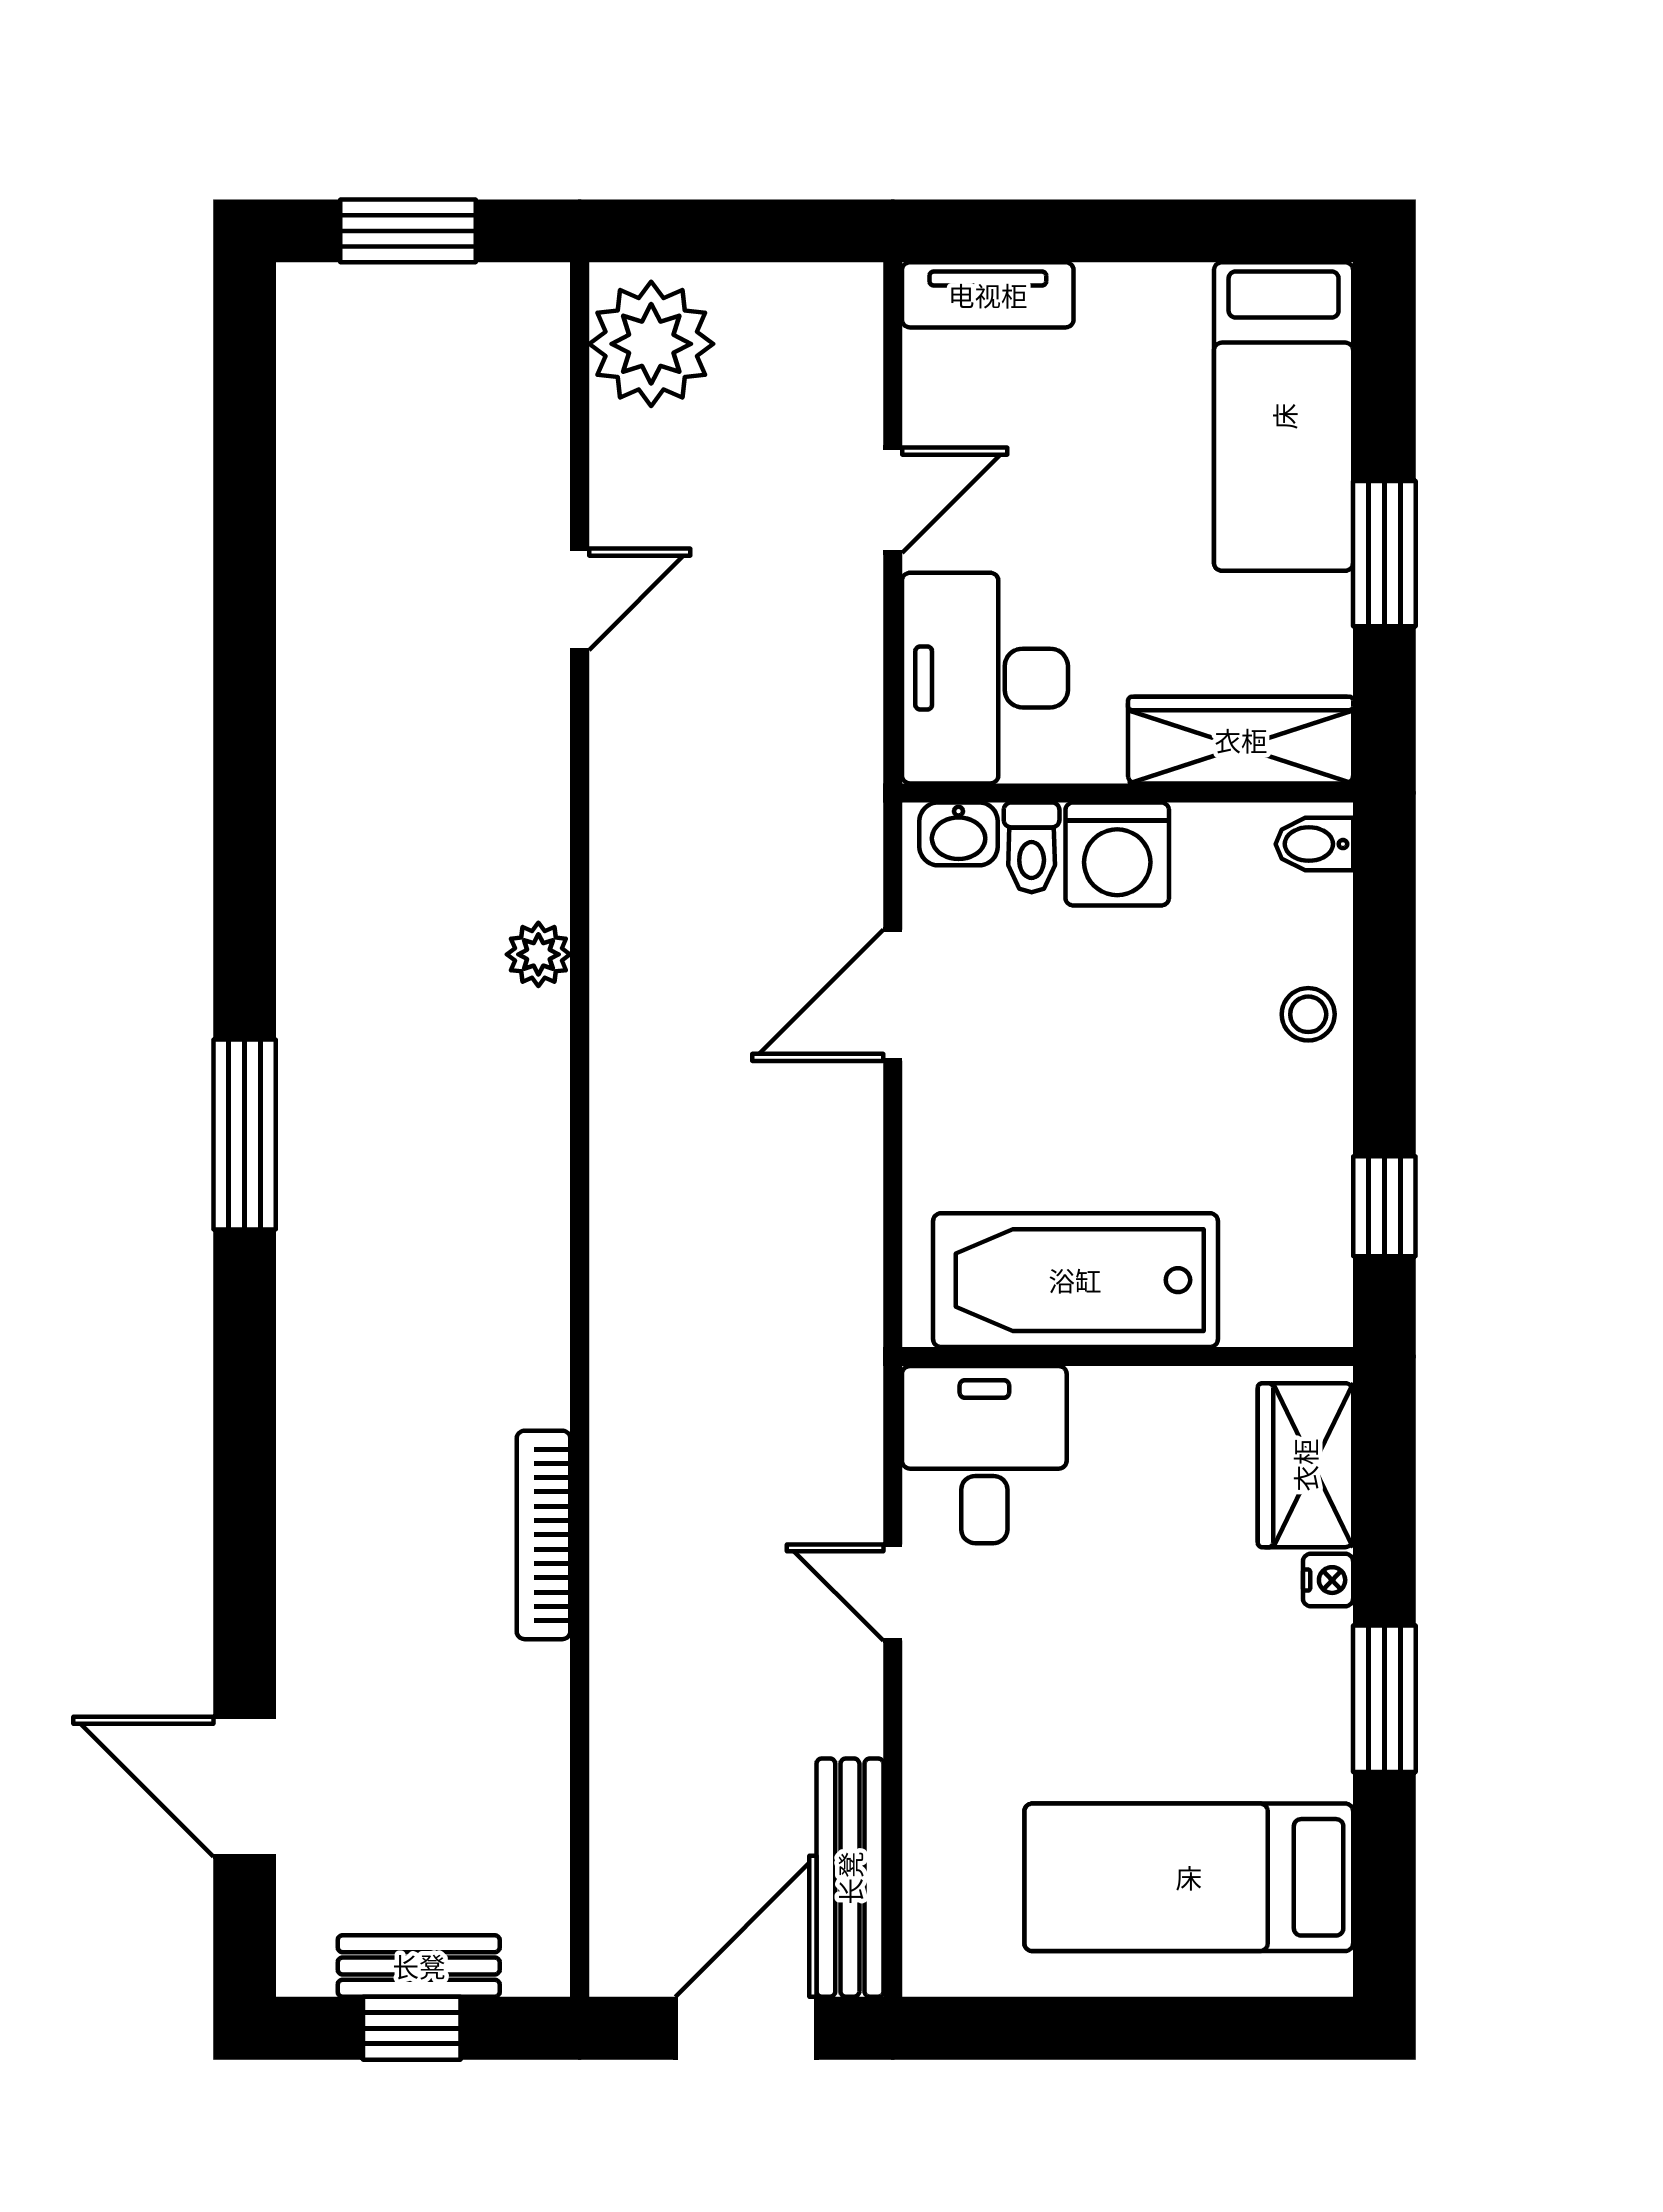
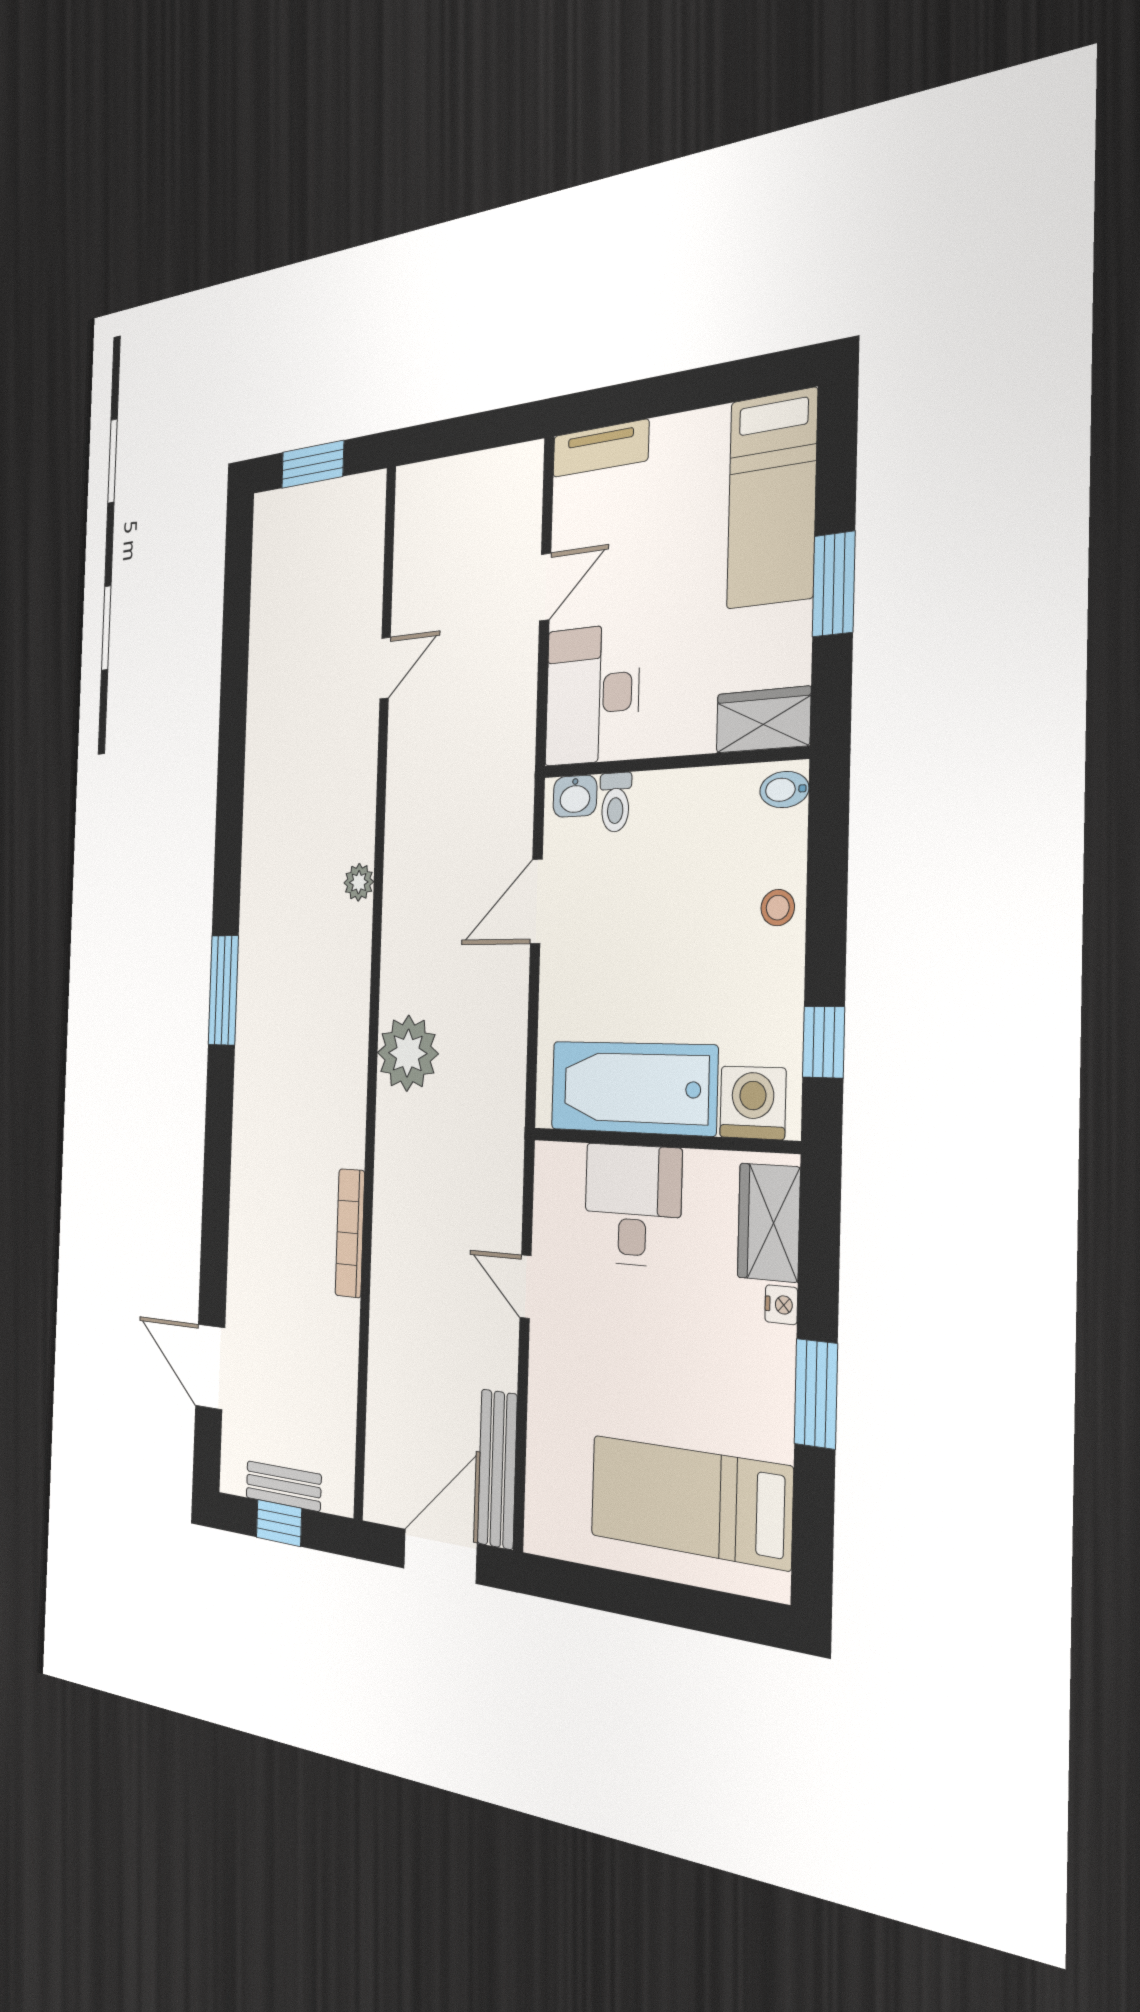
plant: (651, 344) -> (408, 1053), moved
wardrobe: (1241, 740) -> (763, 720), width x0.67
washing machine: (1117, 854) -> (753, 1103), moved, turned 180
desk: (984, 1455) -> (633, 1205), moved

